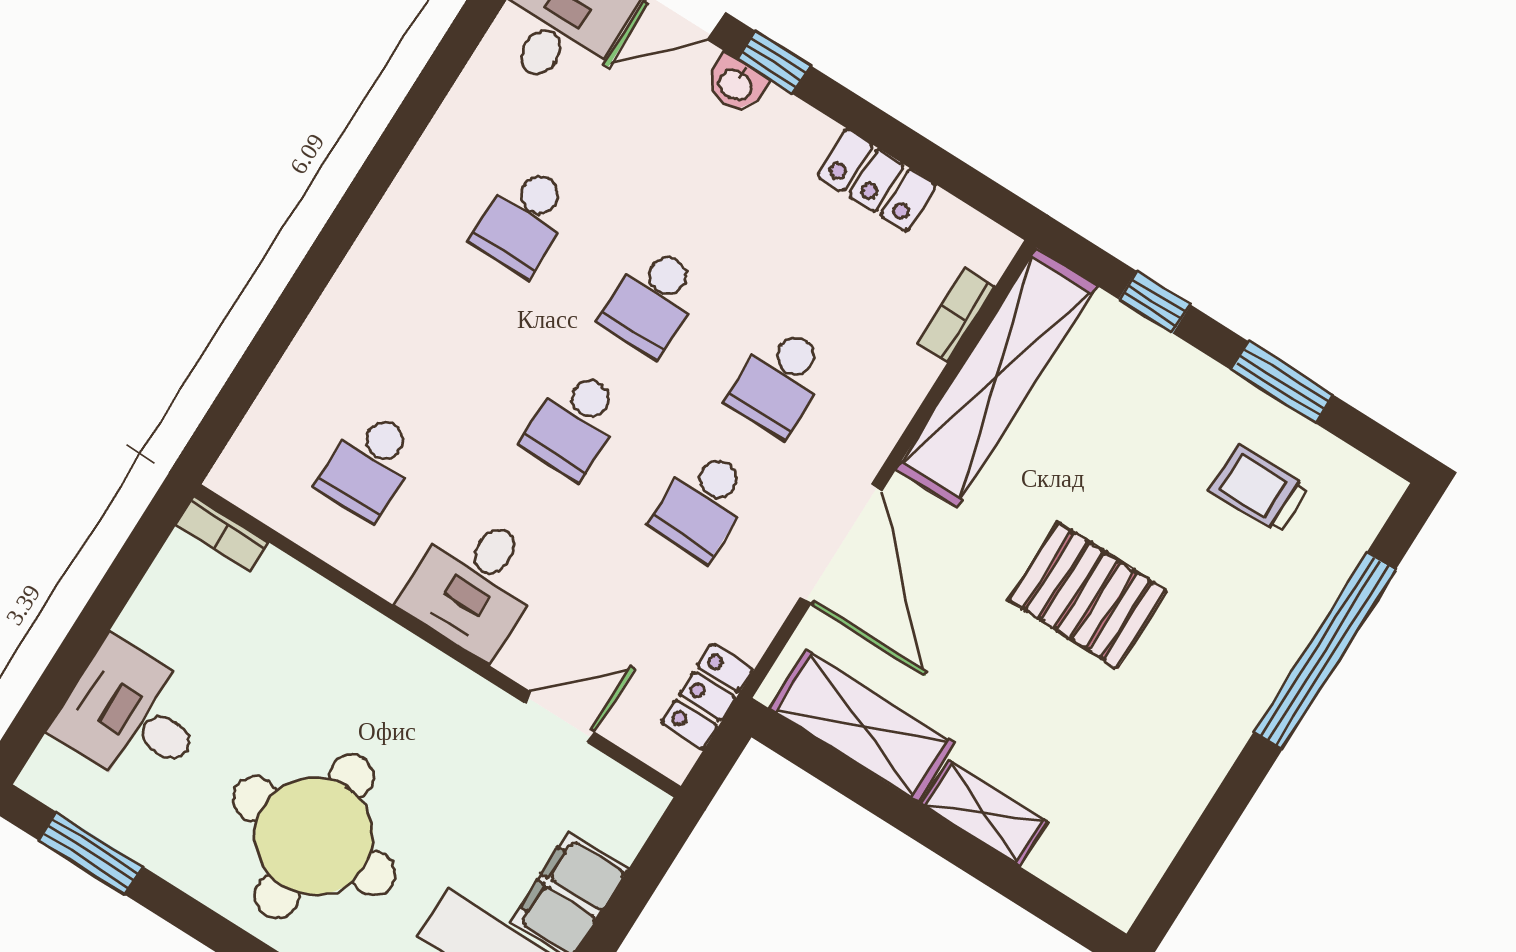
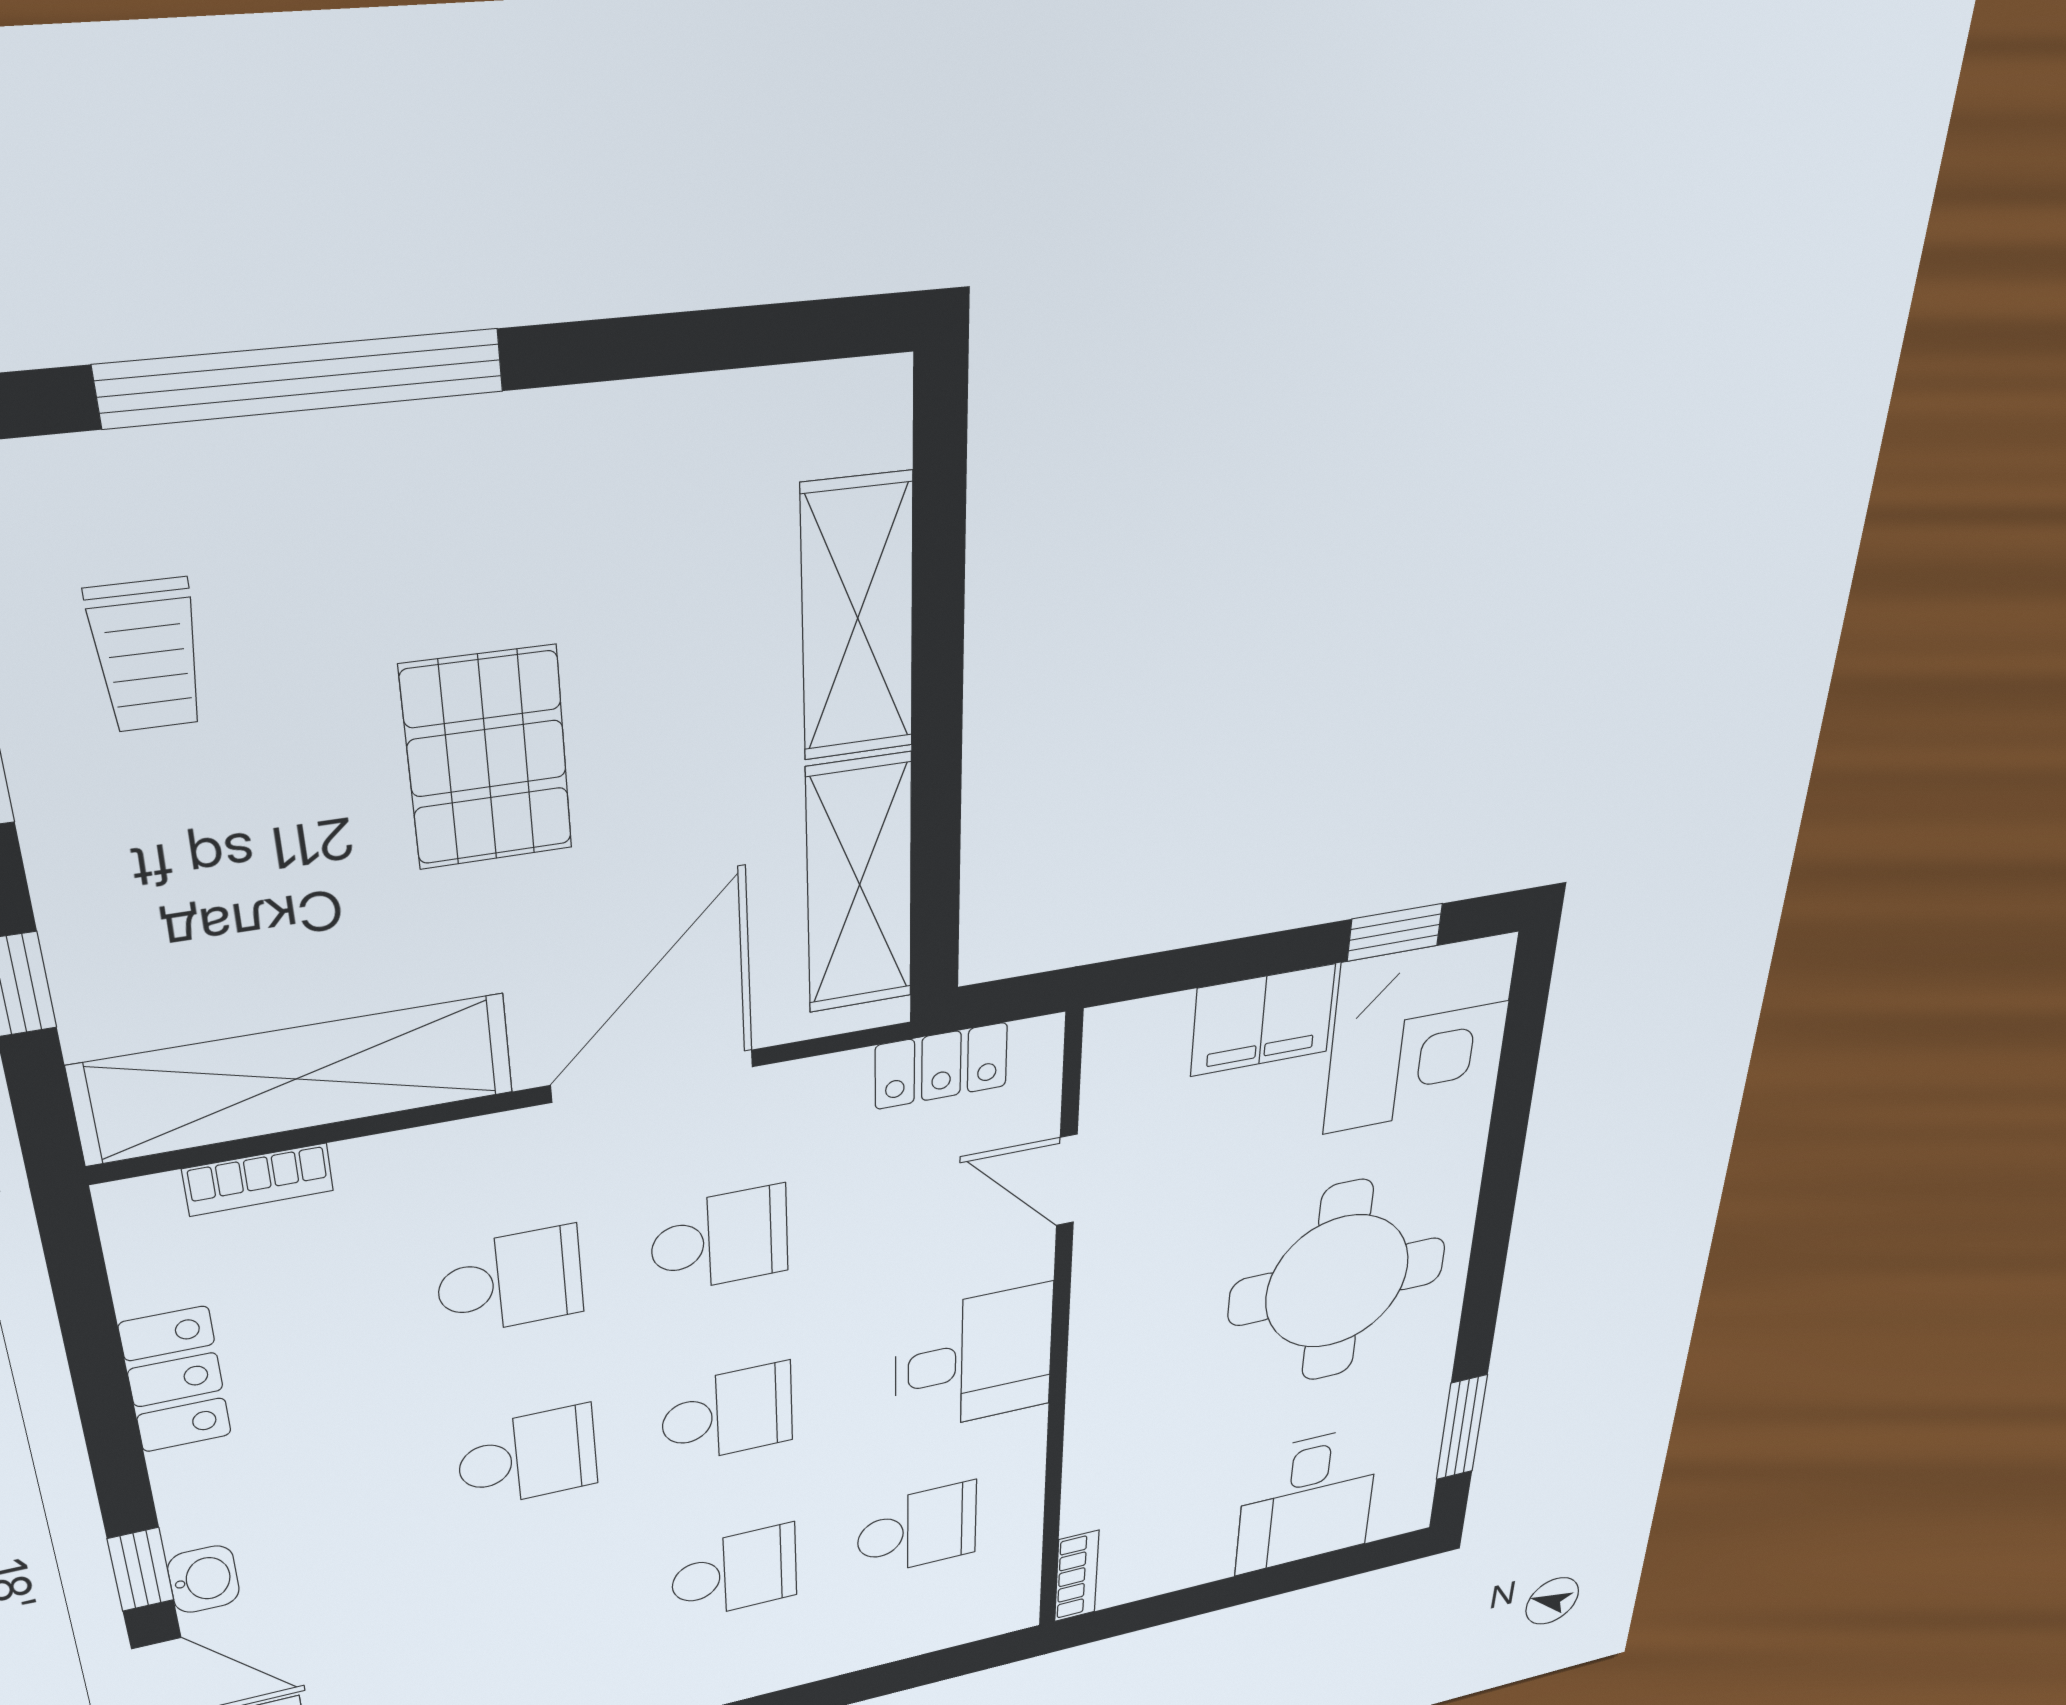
school desk: (524, 220) -> (734, 1573), moved
shelving: (984, 813) -> (858, 618), width x1.50, depth x1.33

